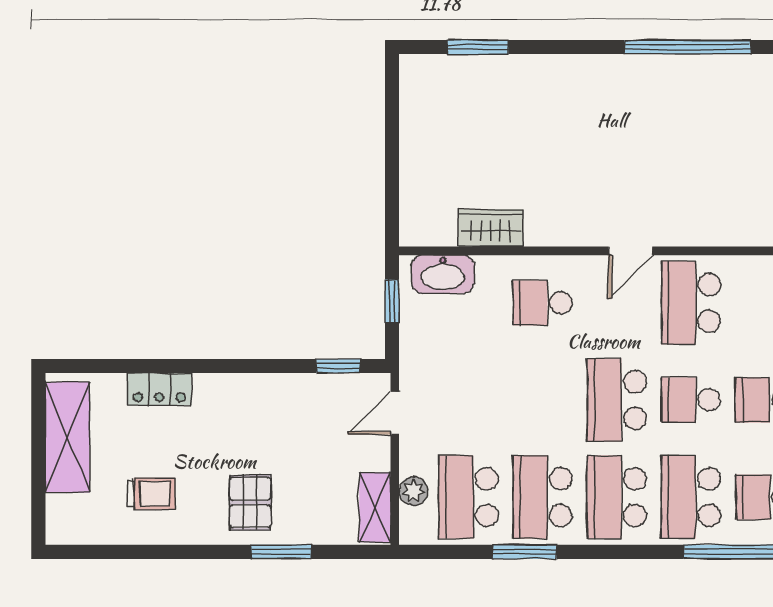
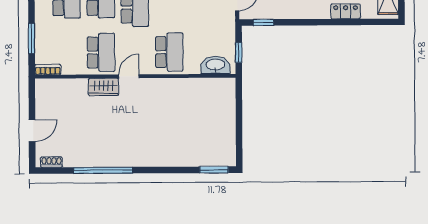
window: (478, 47) -> (214, 170), moved
wardrobe: (491, 228) -> (103, 87), moved
school desk: (543, 303) -> (169, 52), width x1.85

